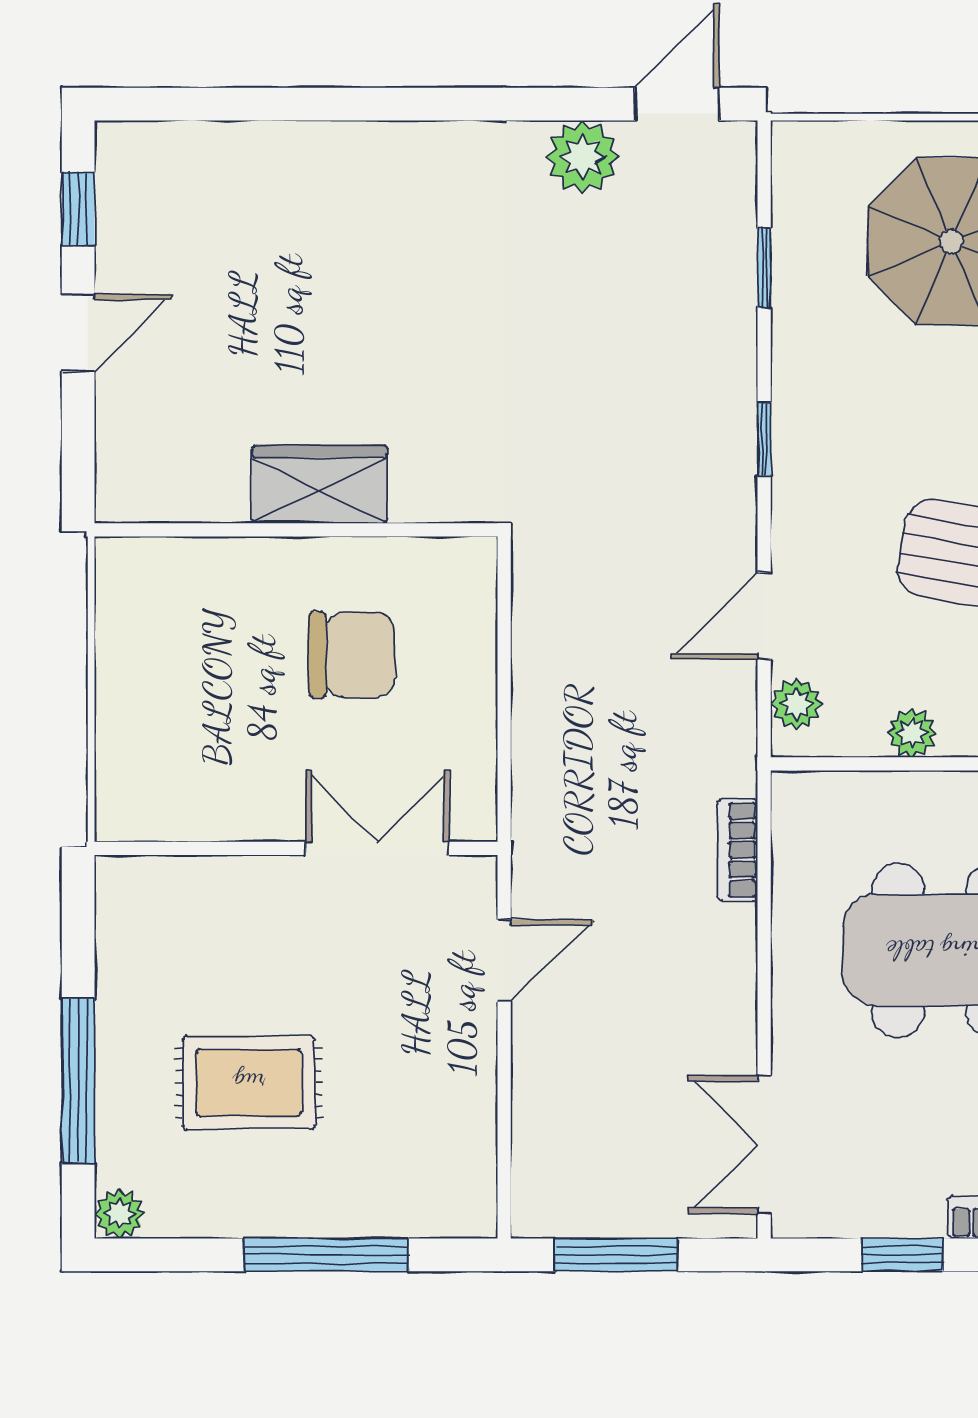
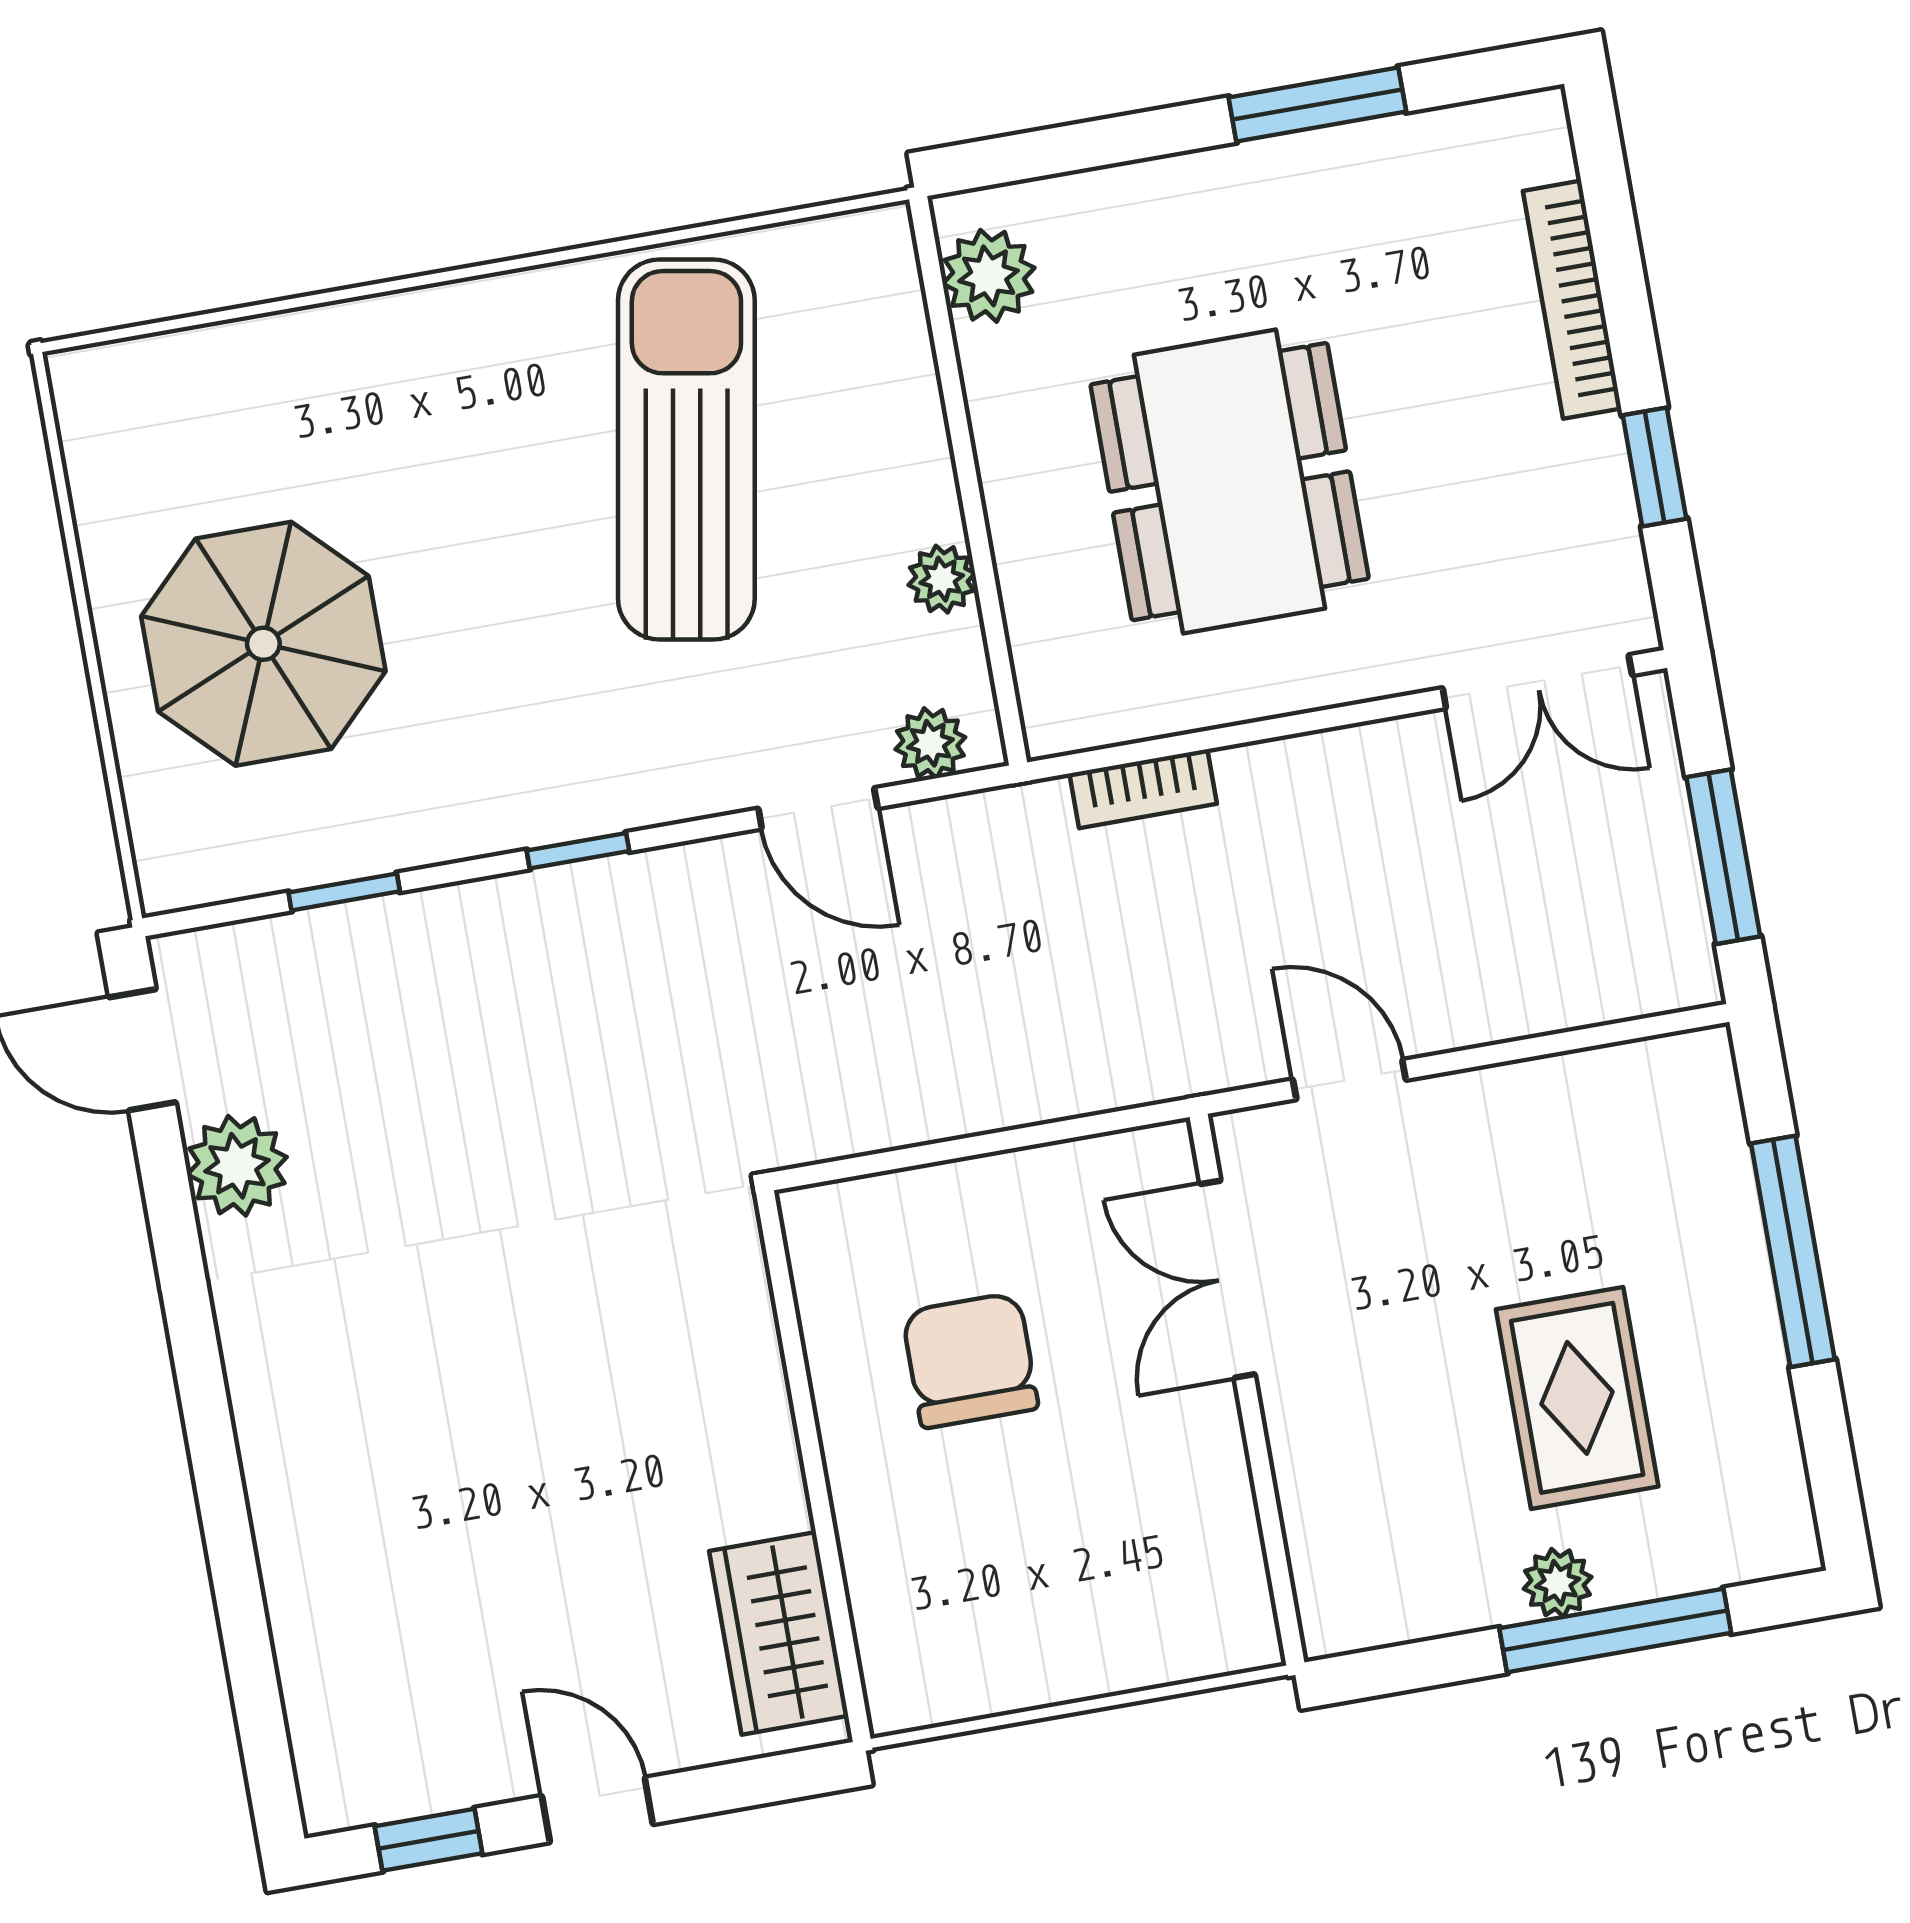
wardrobe: (320, 484) -> (779, 1633), moved
plant: (119, 1214) -> (1558, 1583), moved

